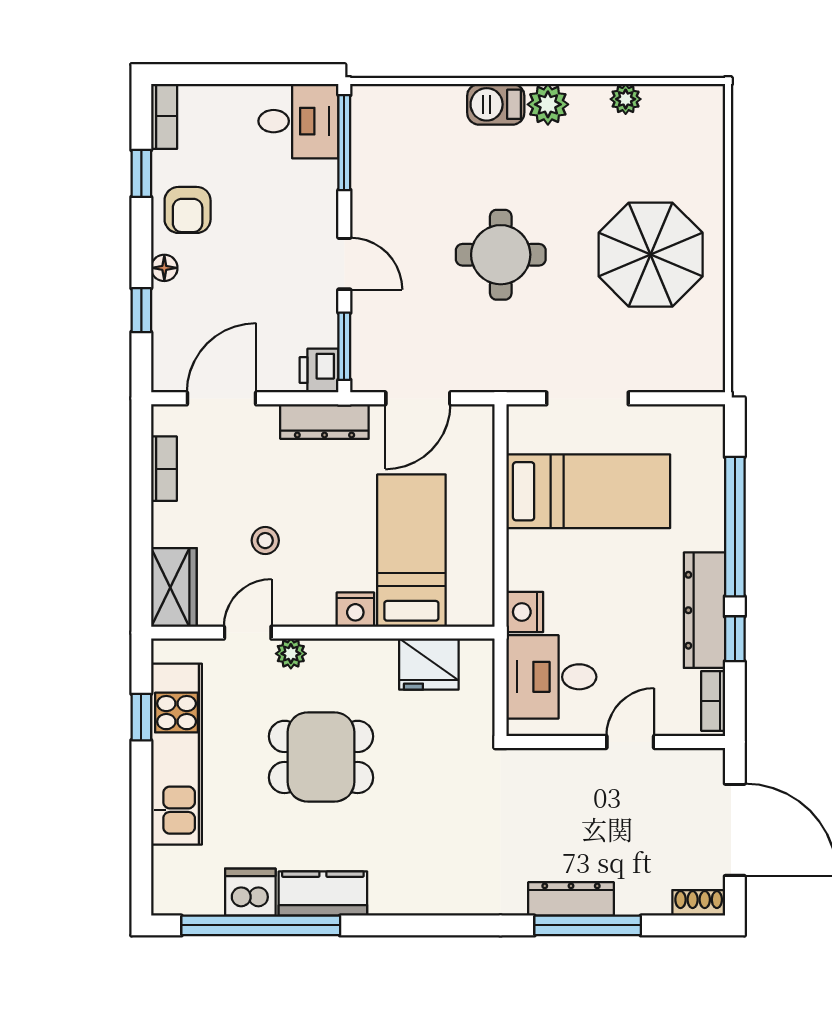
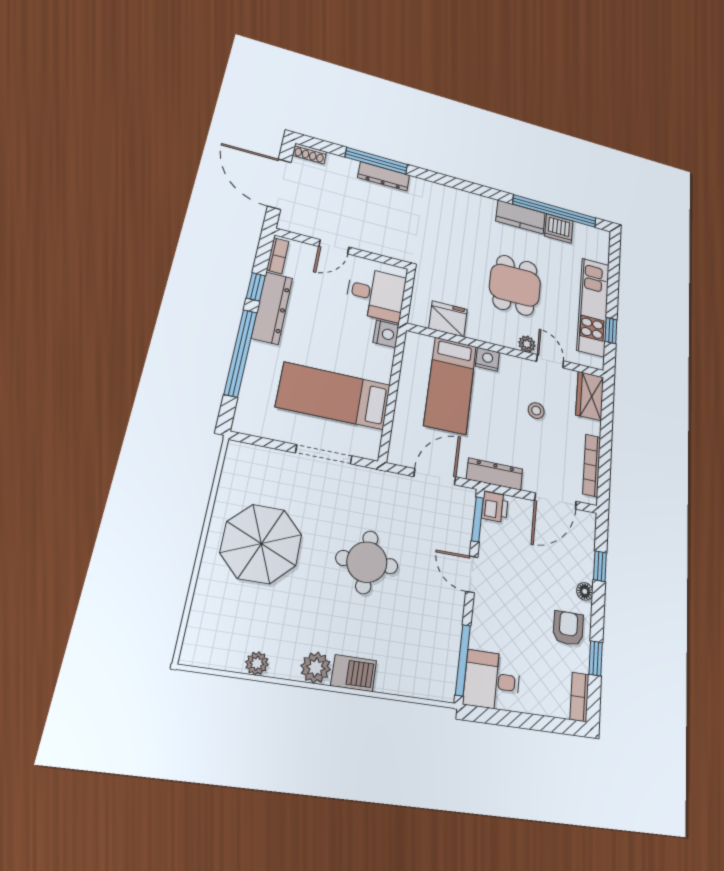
bookcase: (164, 469) -> (592, 465), width x1.56
door: (248, 633) -> (550, 361), swing flipped
dining table: (321, 757) -> (515, 285), turned 90

